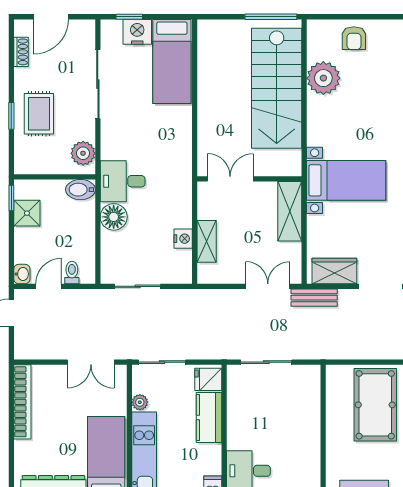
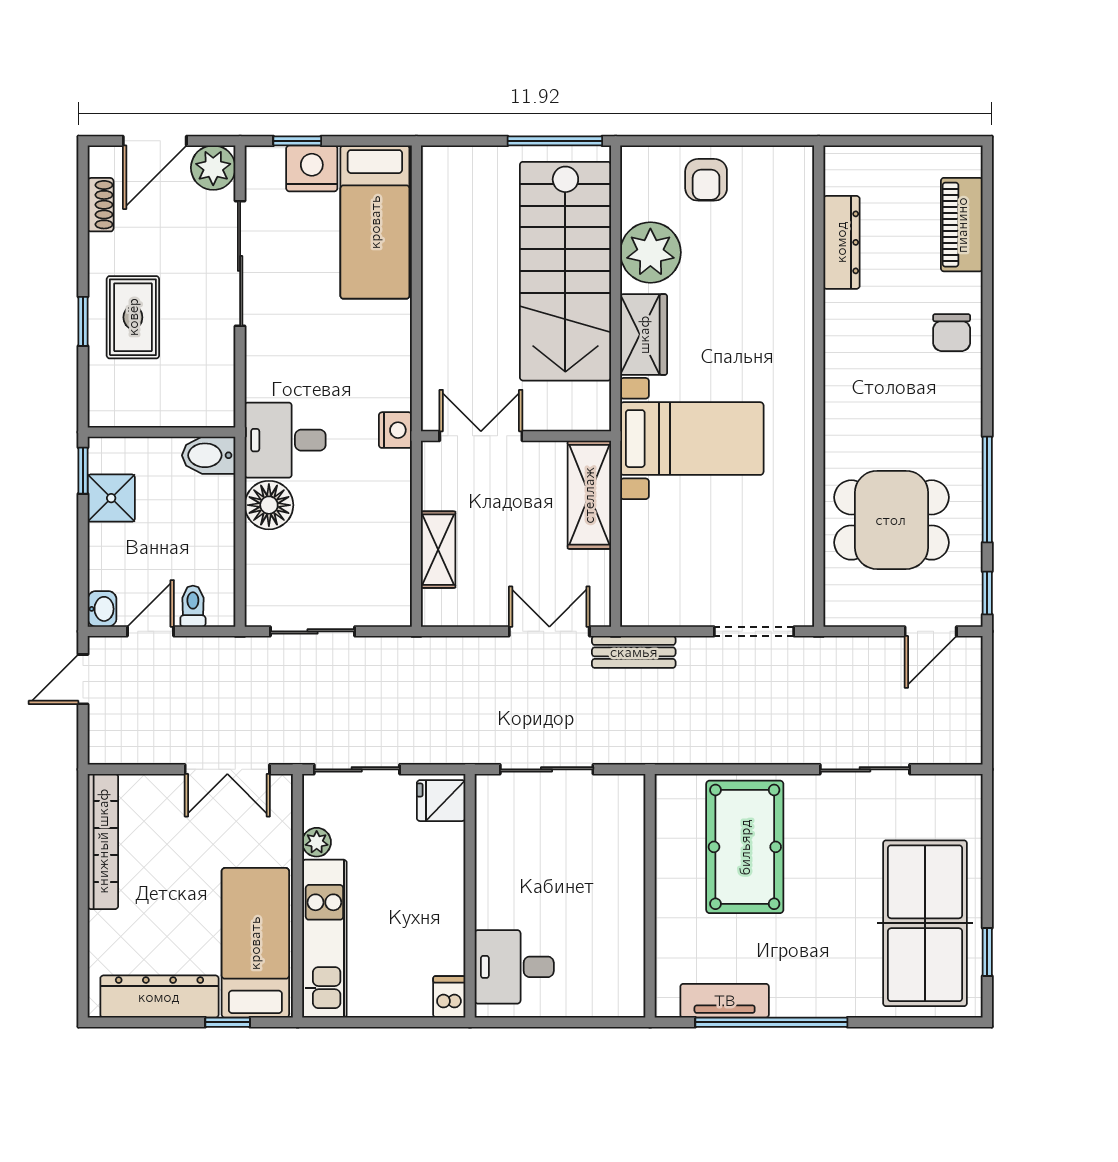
plant: (83, 153) -> (213, 168), moved
nightstand: (183, 239) -> (395, 430), moved
wardrobe: (334, 271) -> (644, 335), moved, turned 90
kitchen counter: (209, 418) -> (442, 870), removed

